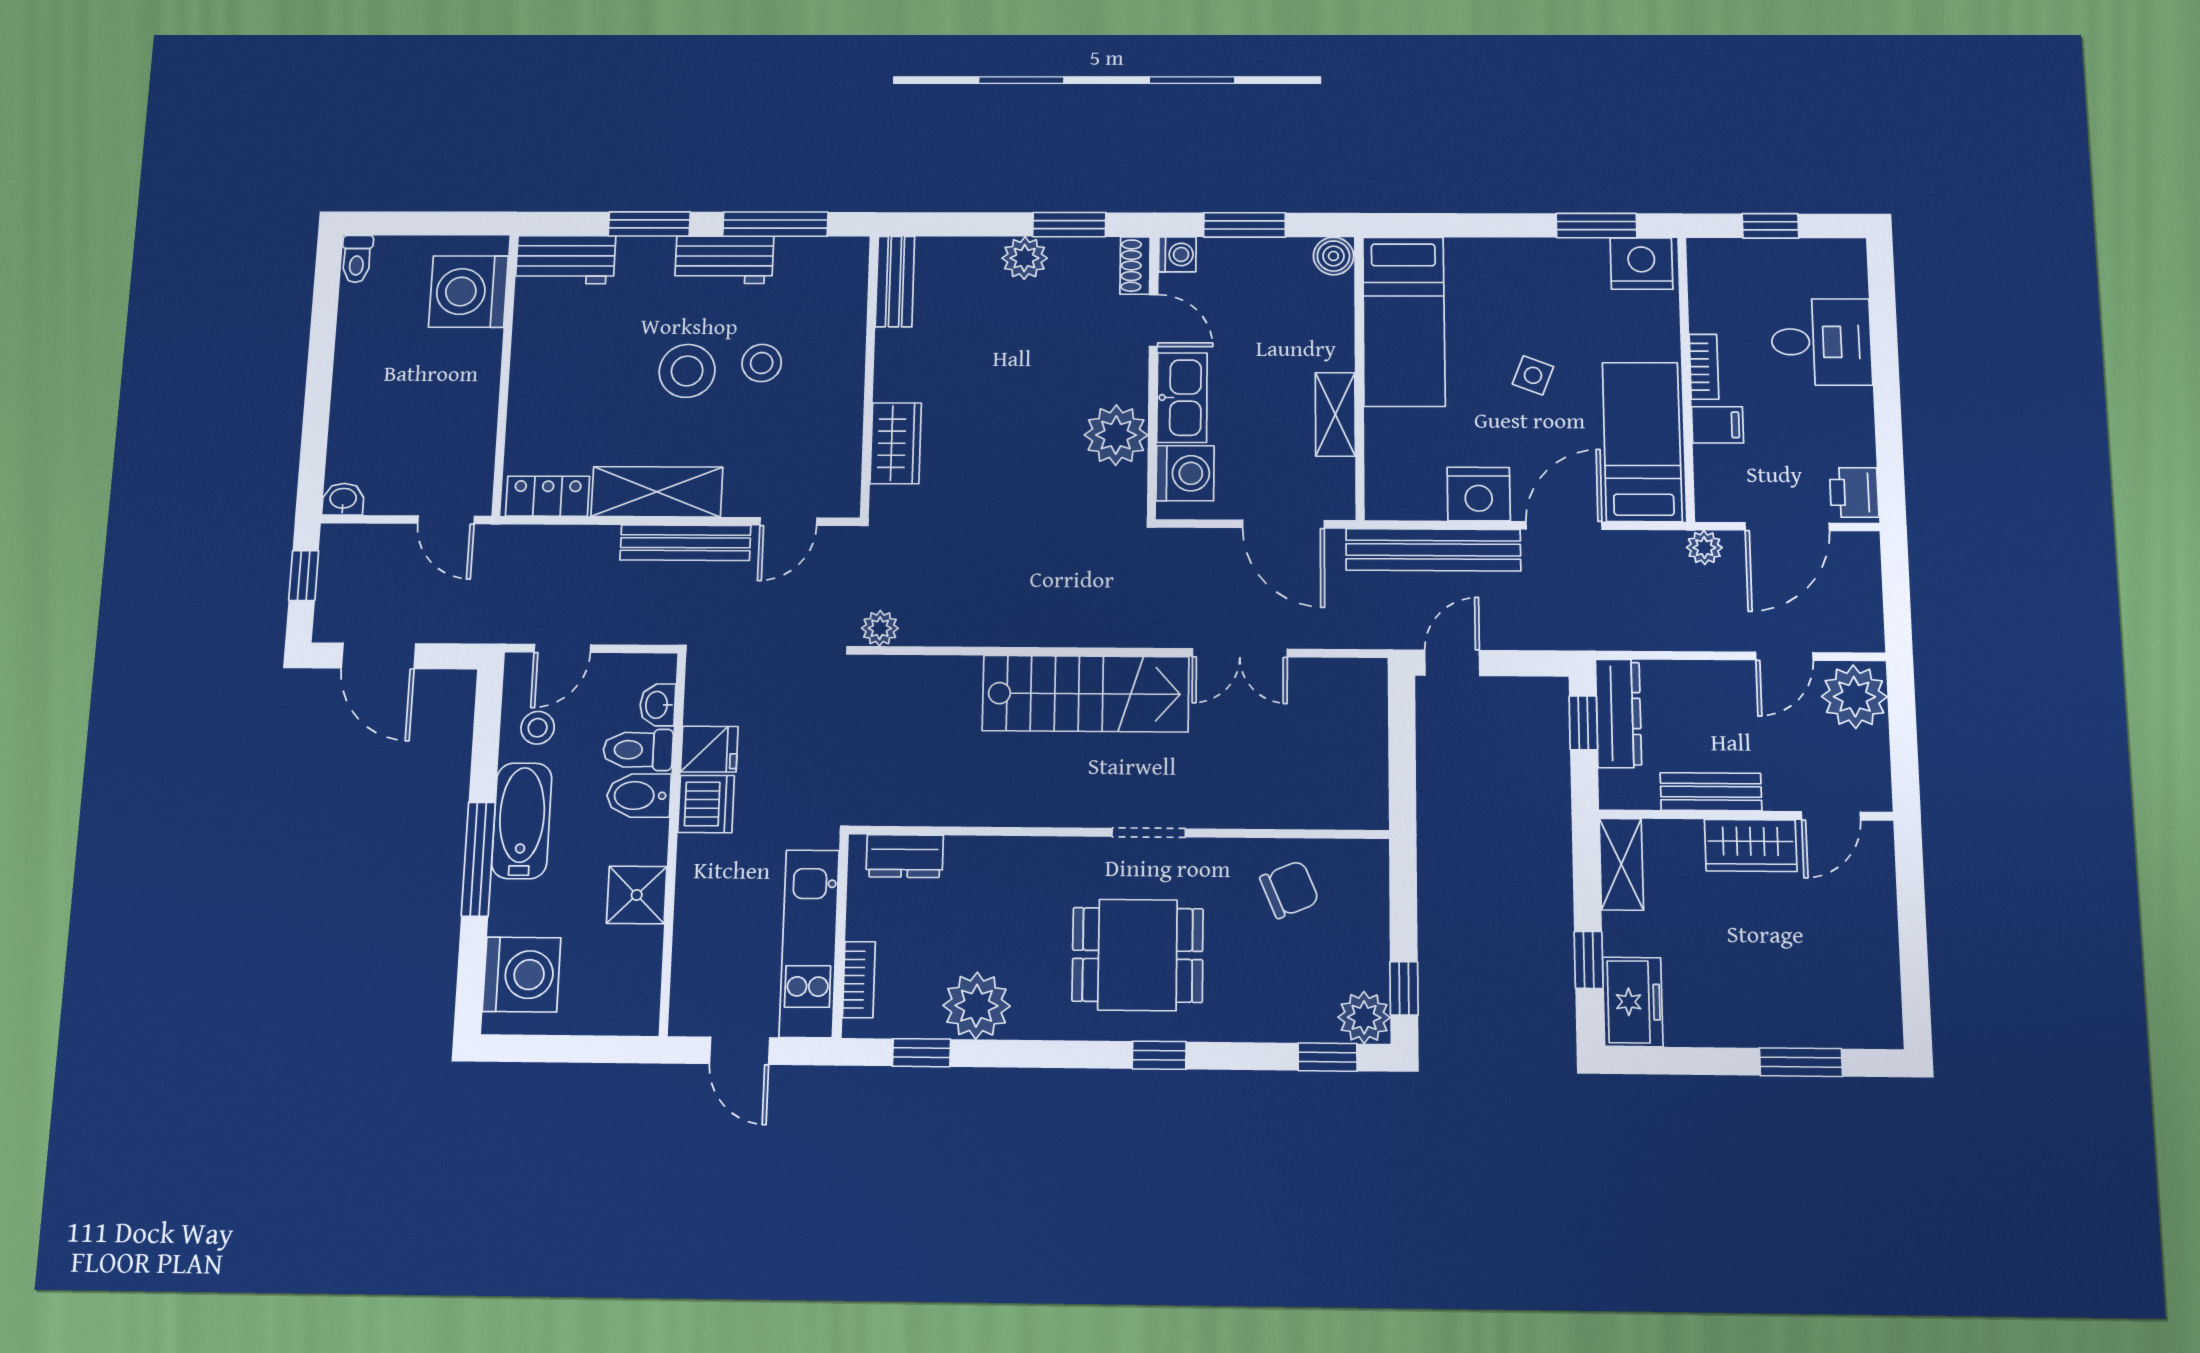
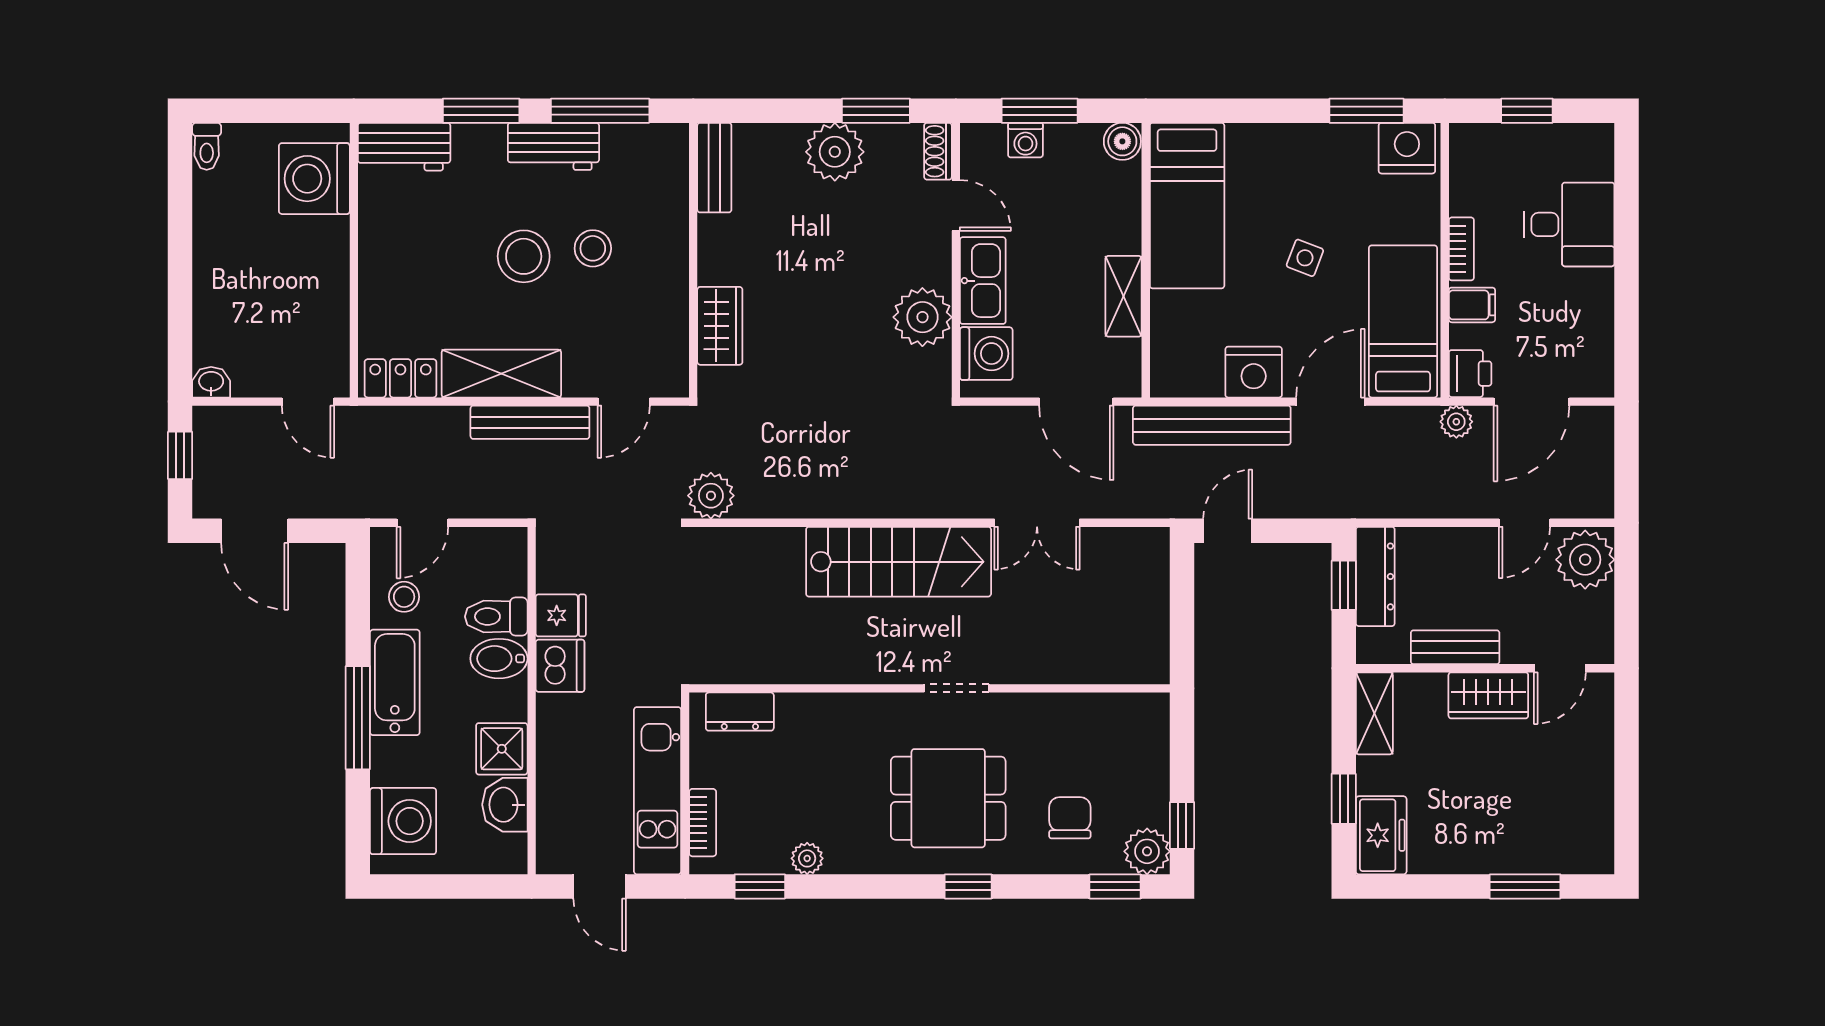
washing machine: (1177, 254) -> (1025, 140), moved, turned 90
plant: (1025, 258) -> (835, 152), width x1.36, depth x1.36
printer: (1854, 492) -> (1470, 374), moved, turned 180
plant: (880, 628) -> (711, 496), width x1.38, depth x1.38
washbasin: (658, 705) -> (505, 805), moved, width x1.38, depth x1.45
chair: (1289, 889) -> (1070, 818), moved, turned -67
plant: (977, 1006) -> (807, 858), width x0.53, depth x0.53

